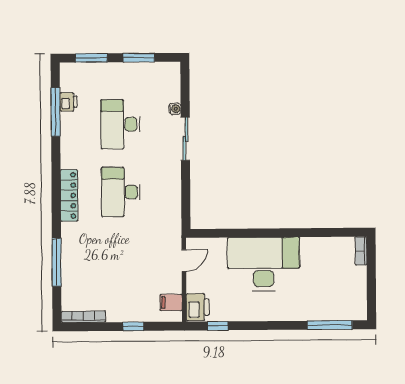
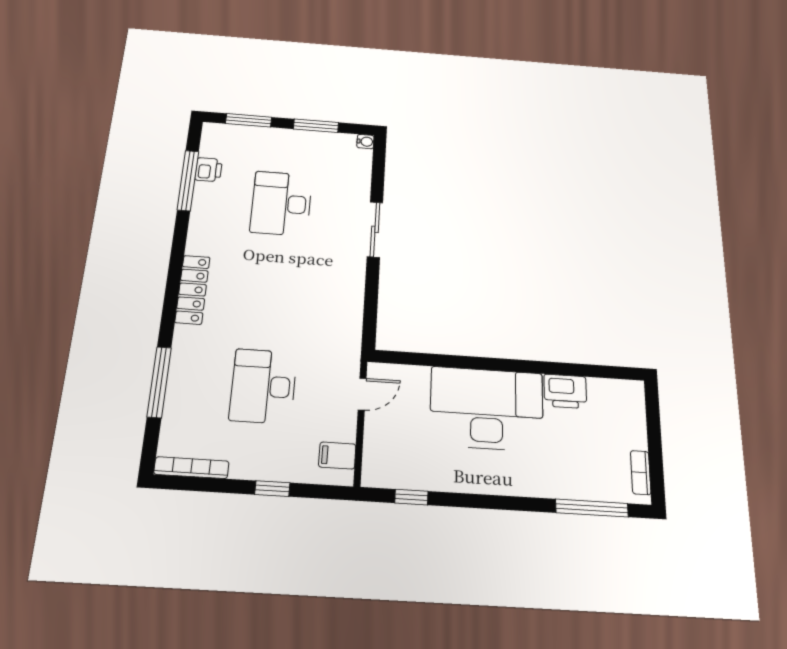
water cooler: (175, 109) -> (365, 142), moved
desk: (121, 192) -> (263, 386), moved
bookcase: (361, 251) -> (641, 473), moved
printer: (198, 307) -> (565, 391), moved, turned 90

